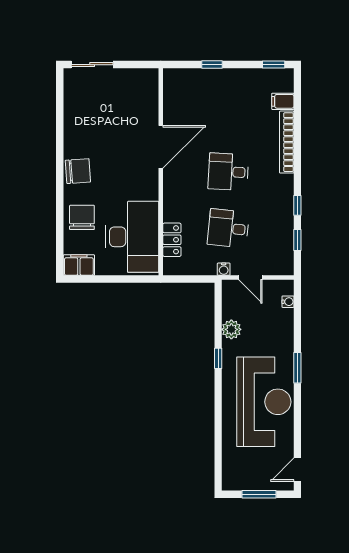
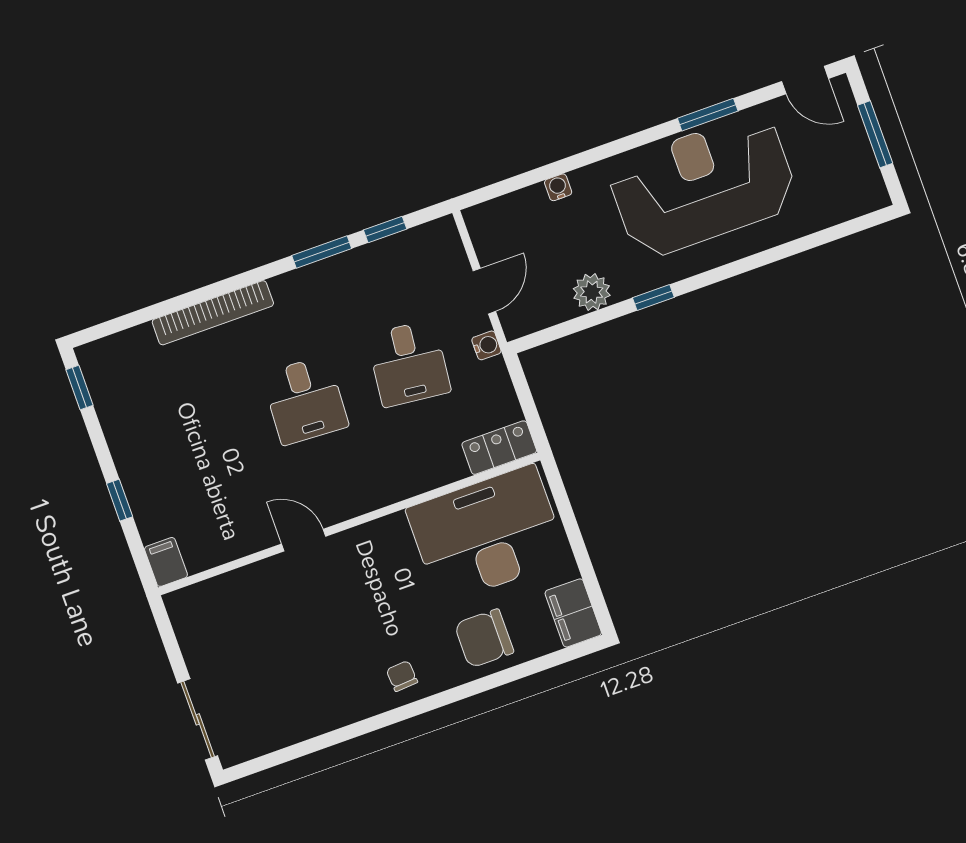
filing cabinet: (283, 101) -> (166, 562), moved, turned 180
door: (161, 147) -> (304, 540), width x0.53
chair: (78, 171) -> (402, 676), width x0.54, depth x0.54
window: (297, 205) -> (322, 252), width x1.50
locker: (172, 240) -> (499, 448), moved
water cooler: (288, 302) -> (558, 187), moved
window: (297, 368) -> (708, 115), moved

